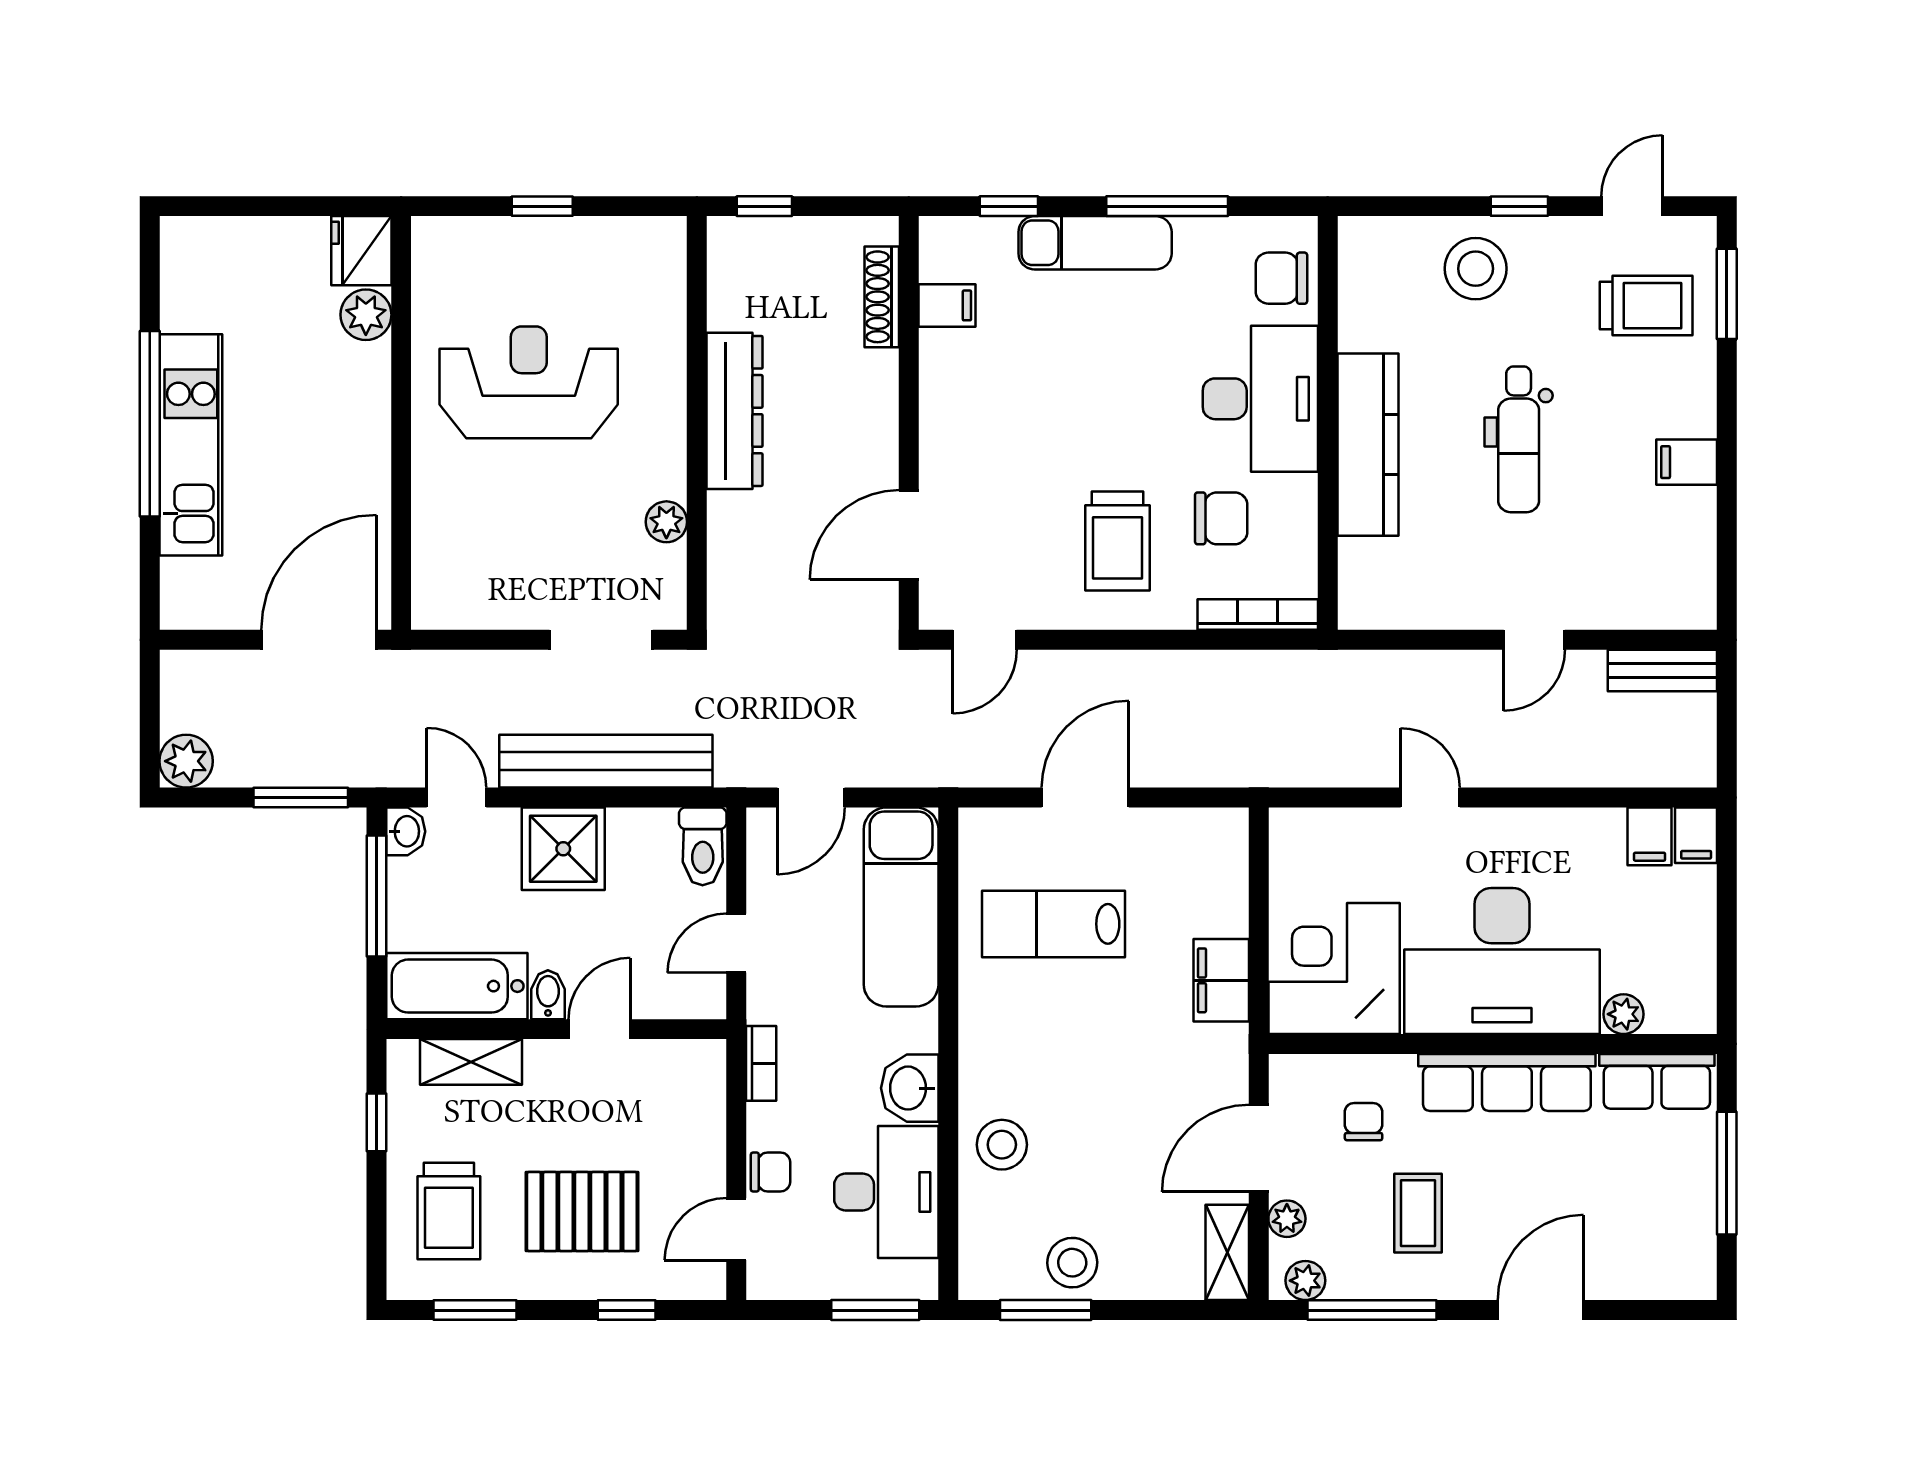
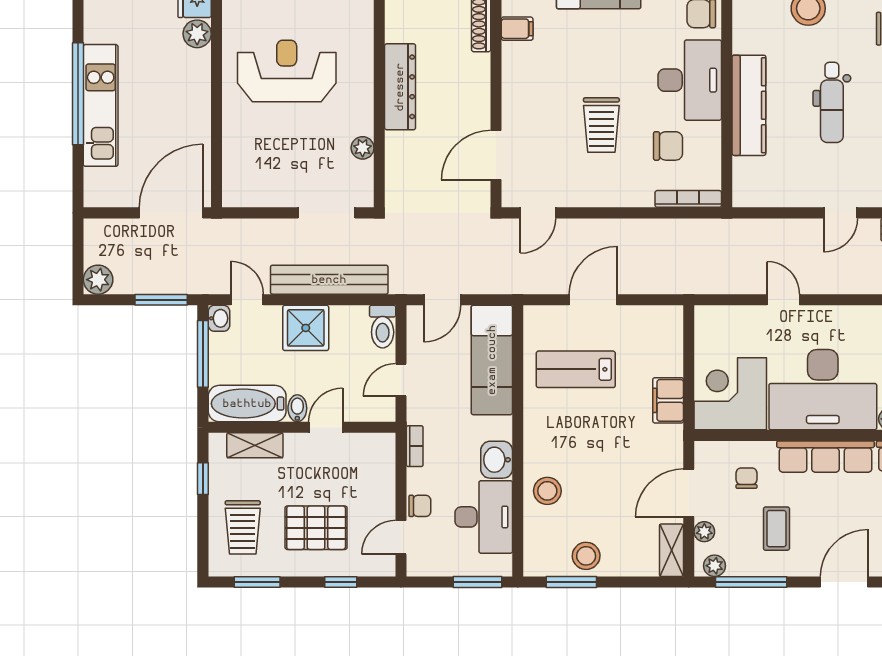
trolley: (1117, 541) -> (601, 125), moved

